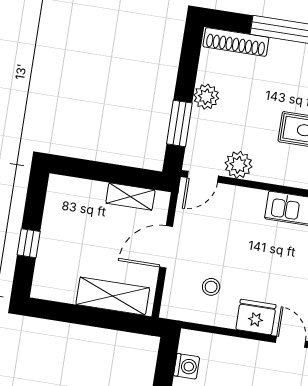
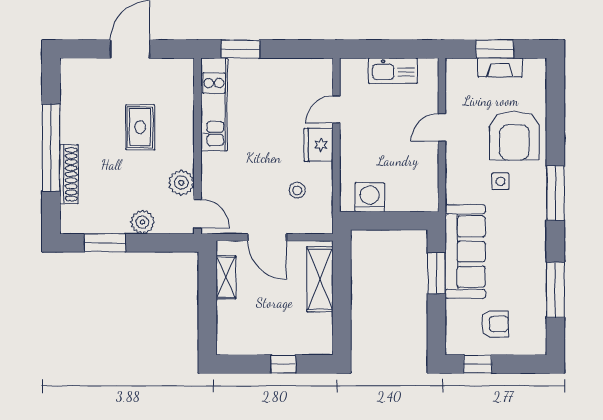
shoe rack: (236, 42) -> (69, 174), moved
plant: (206, 97) -> (142, 222), moved
window: (179, 123) -> (105, 243), moved
washing machine: (187, 366) -> (370, 197), width x1.38, depth x1.38

